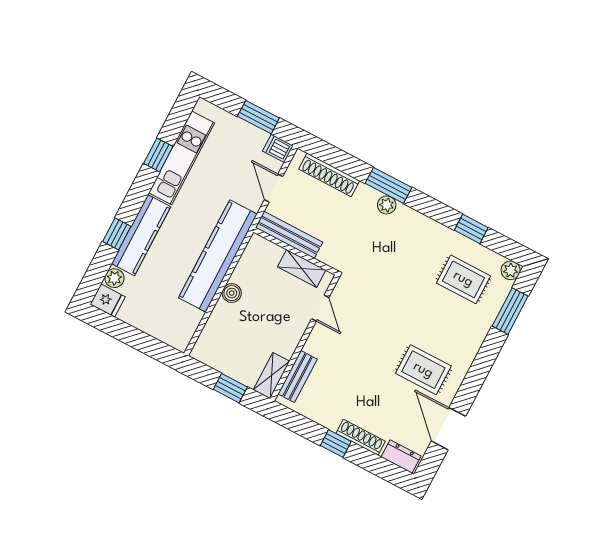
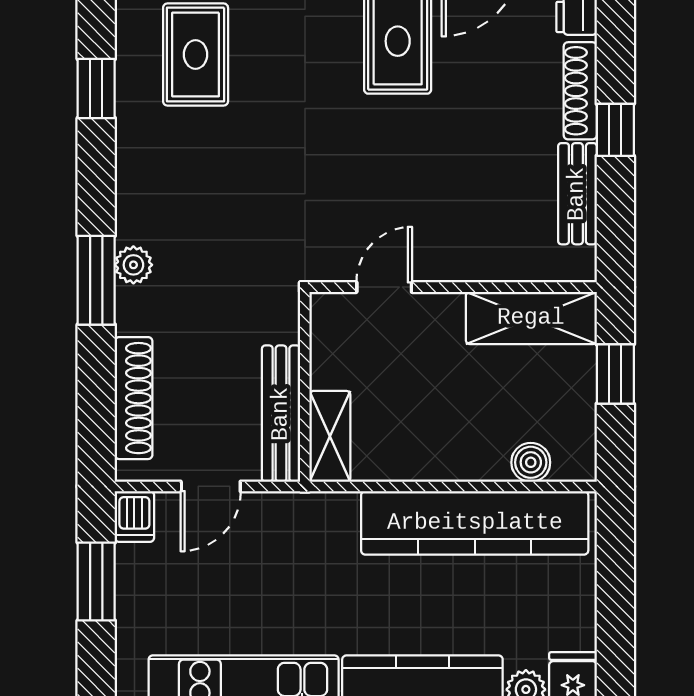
kitchen counter: (218, 256) -> (475, 523), moved
shelving: (302, 268) -> (330, 436), moved
boiler: (232, 293) -> (531, 462), moved
shelving: (271, 376) -> (531, 318), width x1.50, depth x1.33
bench: (298, 376) -> (577, 194), moved, turned 90

